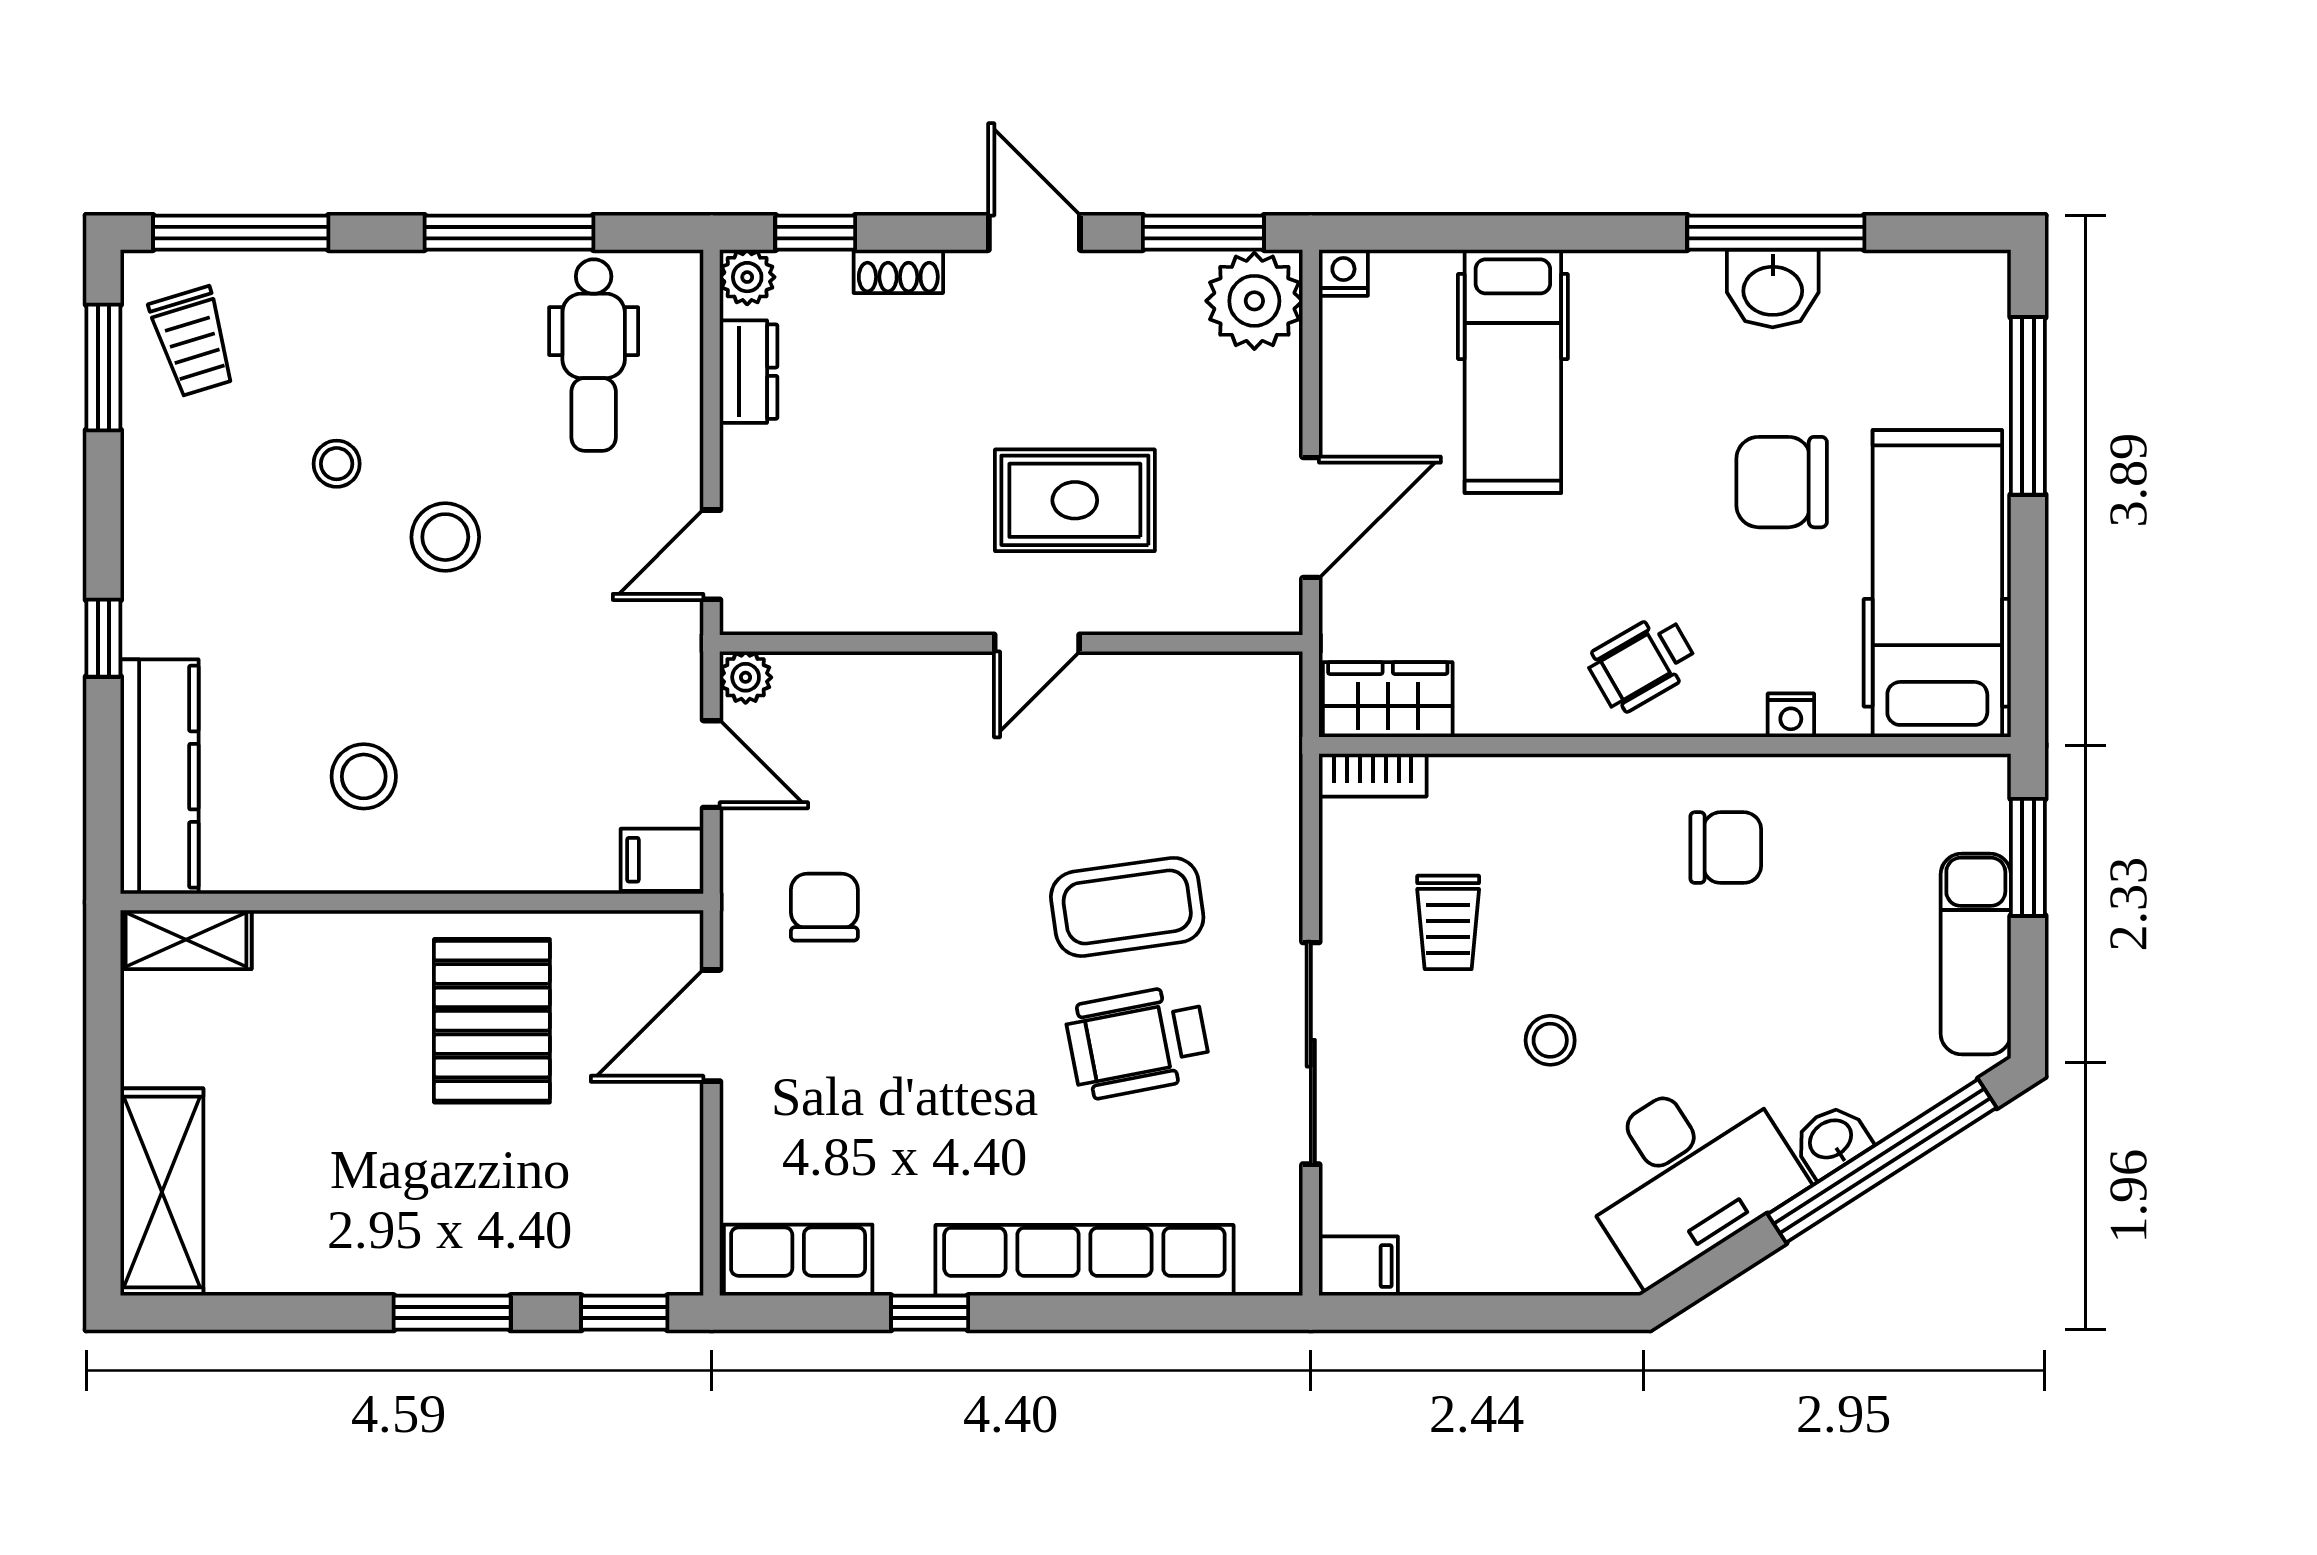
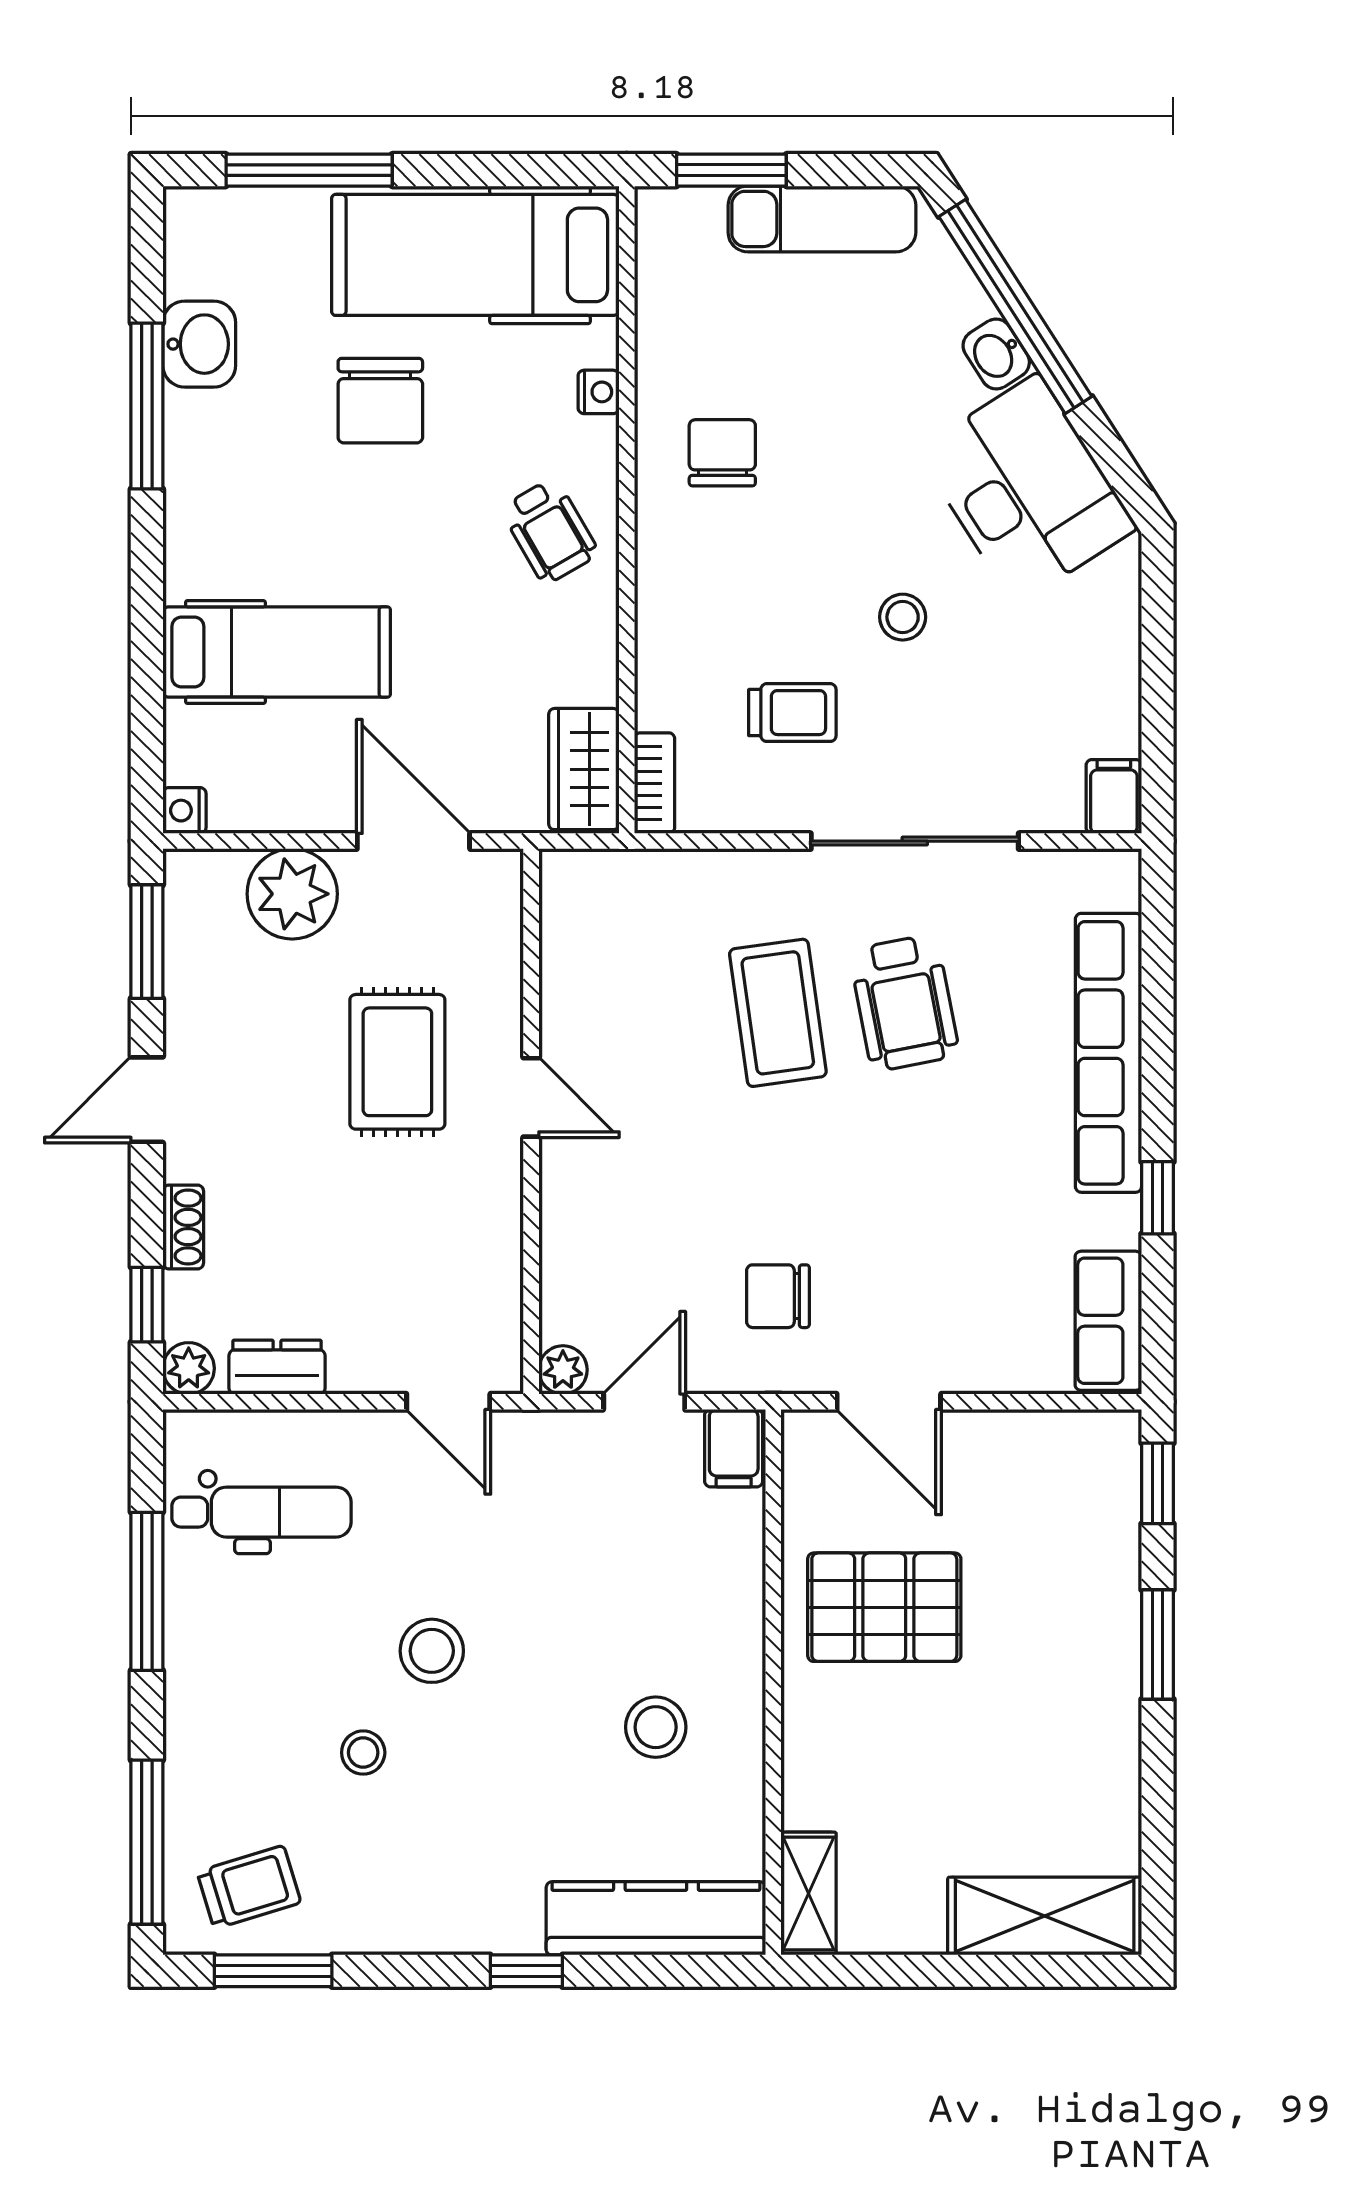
washbasin: (1773, 289) -> (199, 344), moved
plant: (1254, 301) -> (292, 894), moved

